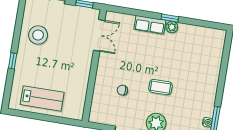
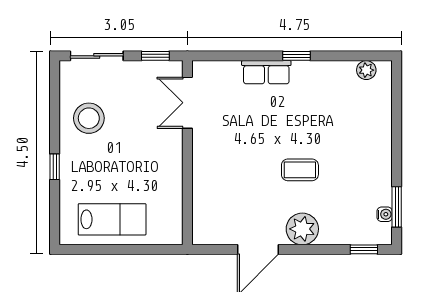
plant: (172, 27) -> (366, 70), moved
double door: (99, 35) -> (187, 103), swing flipped
chair: (122, 90) -> (239, 185), removed

